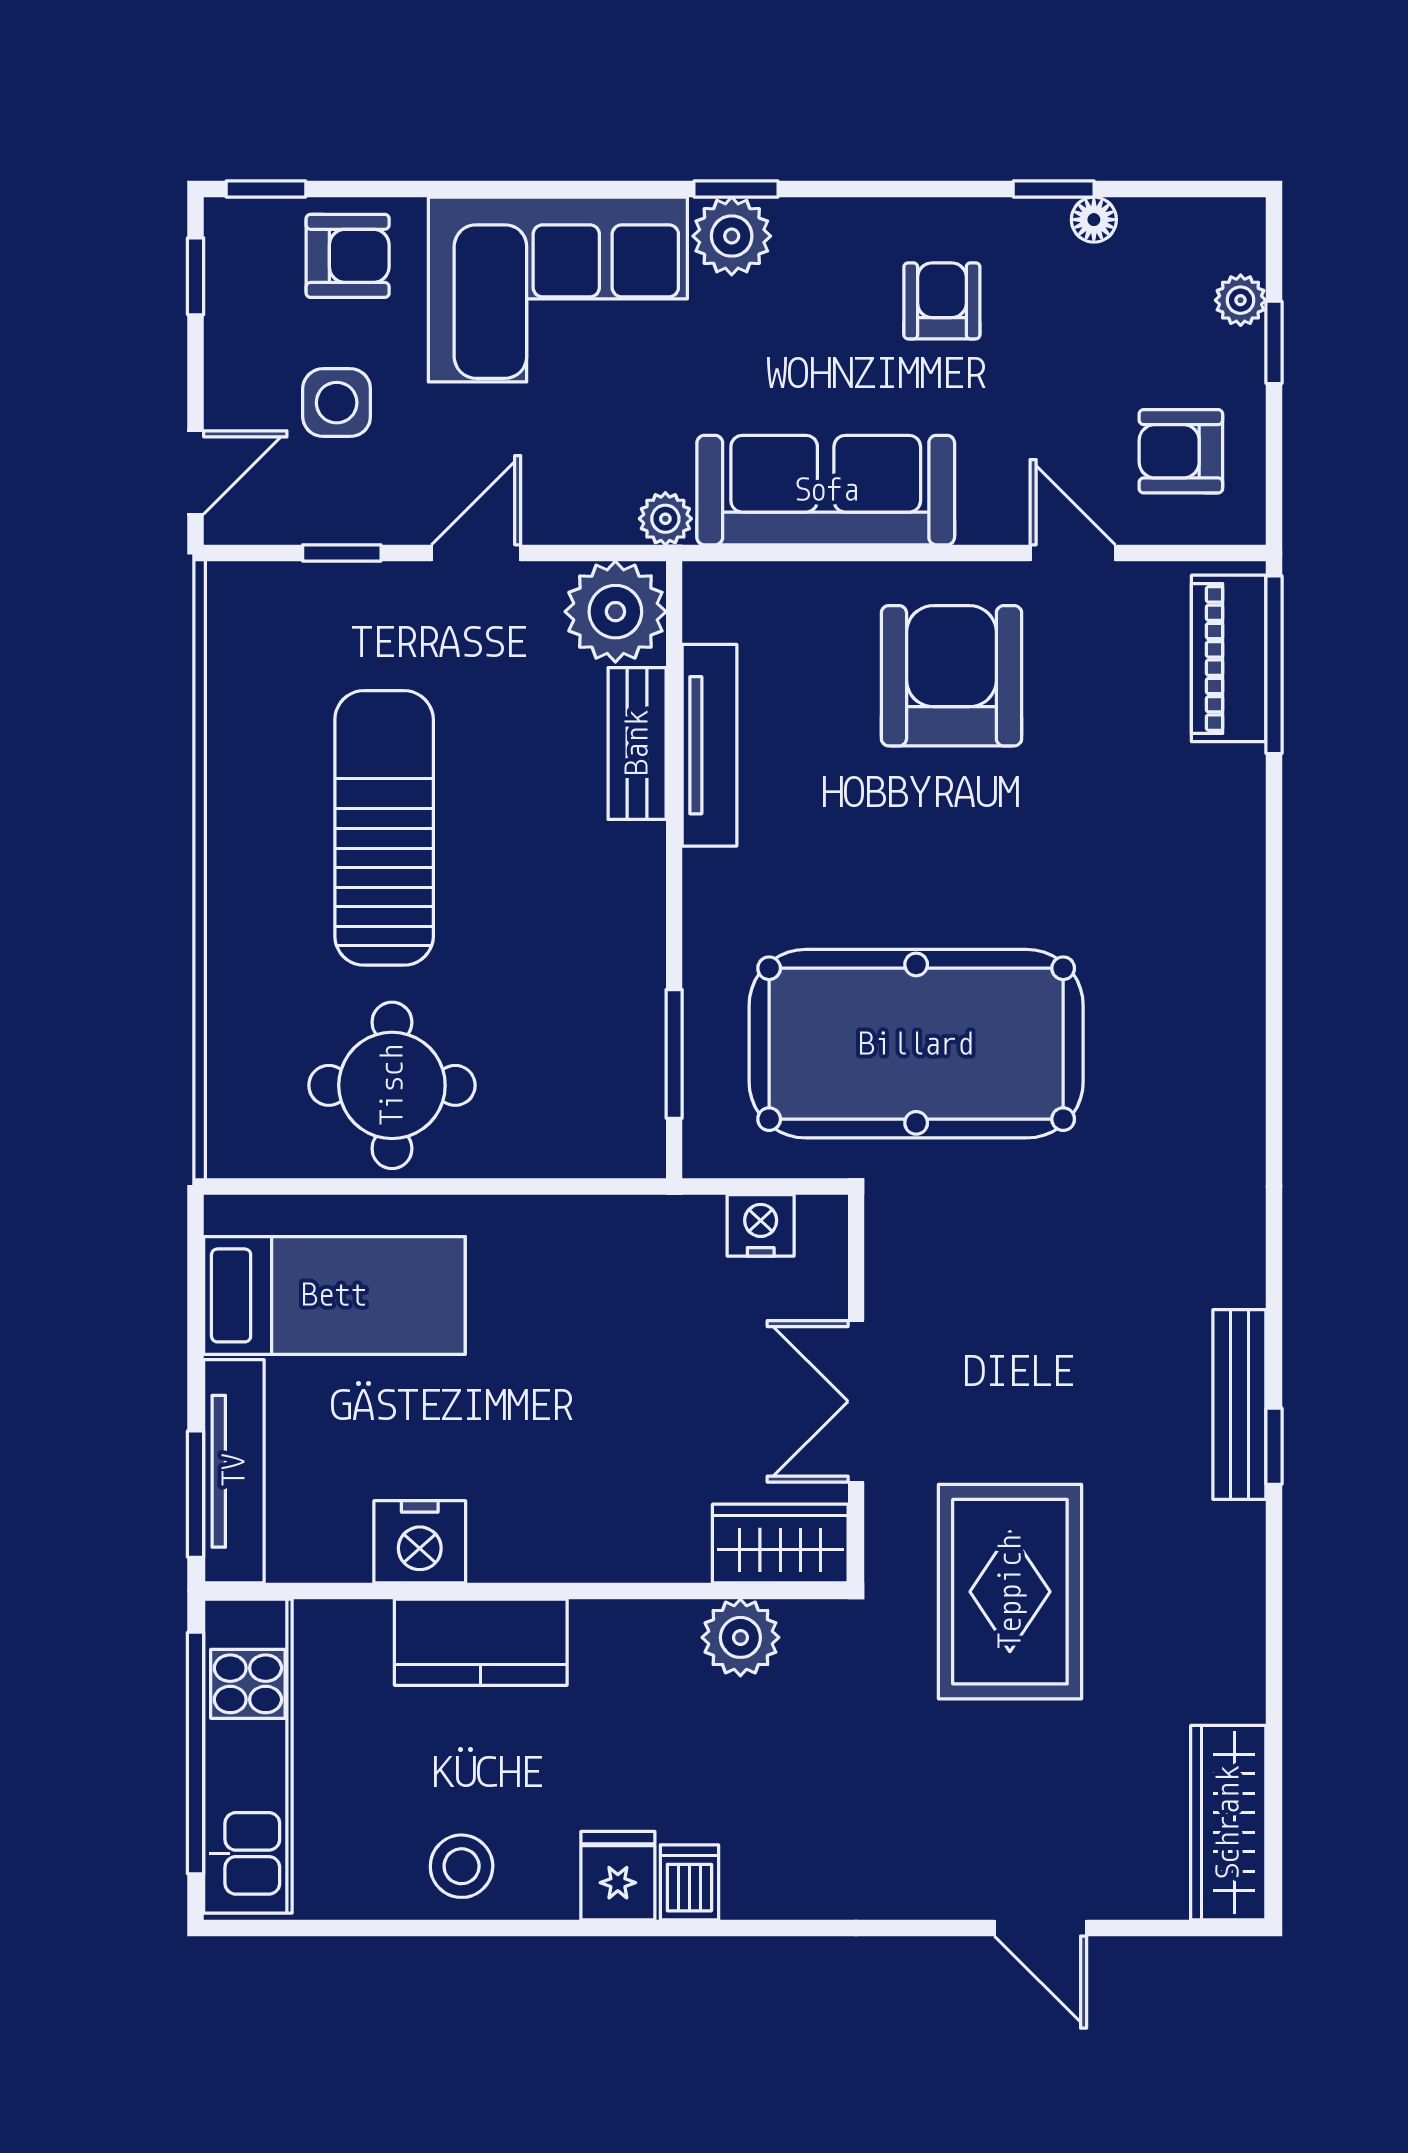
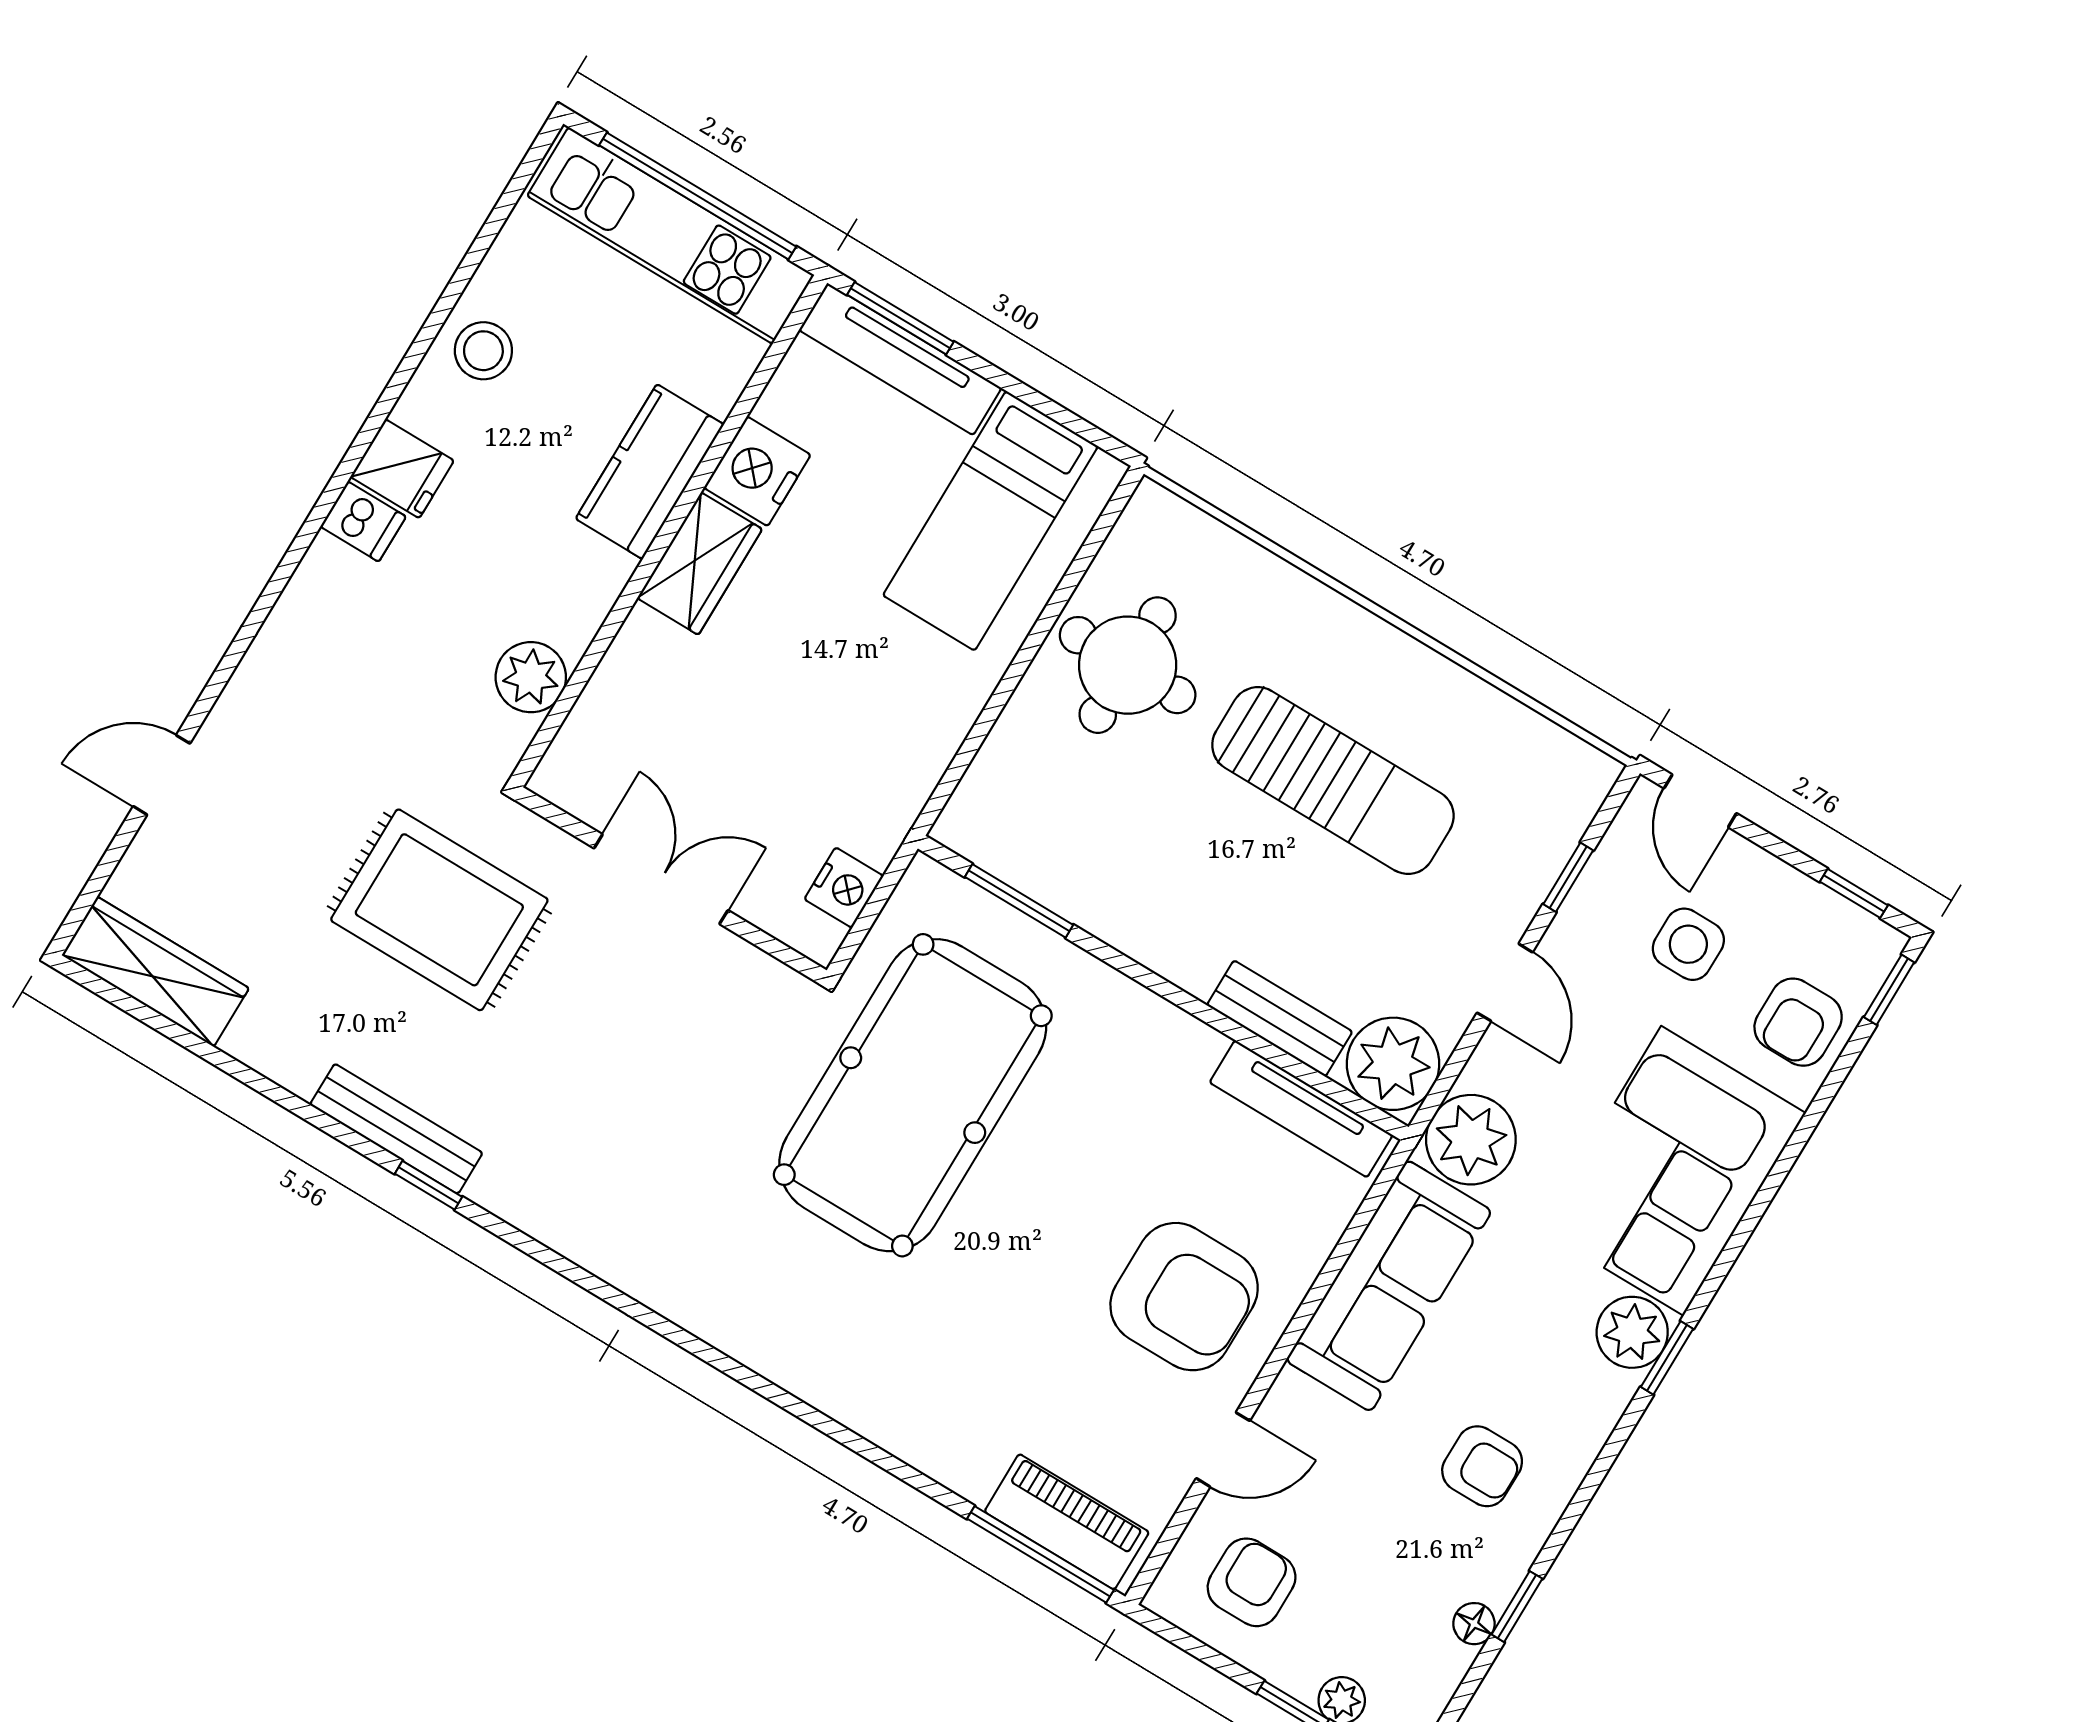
plant: (665, 519) -> (1471, 1140), width x1.88, depth x1.88
tv unit: (710, 745) -> (1301, 1109), moved
bench: (1239, 1405) -> (396, 1129), moved
wardrobe: (780, 1544) -> (700, 564), moved

